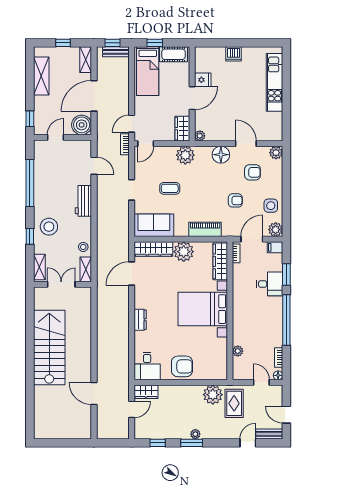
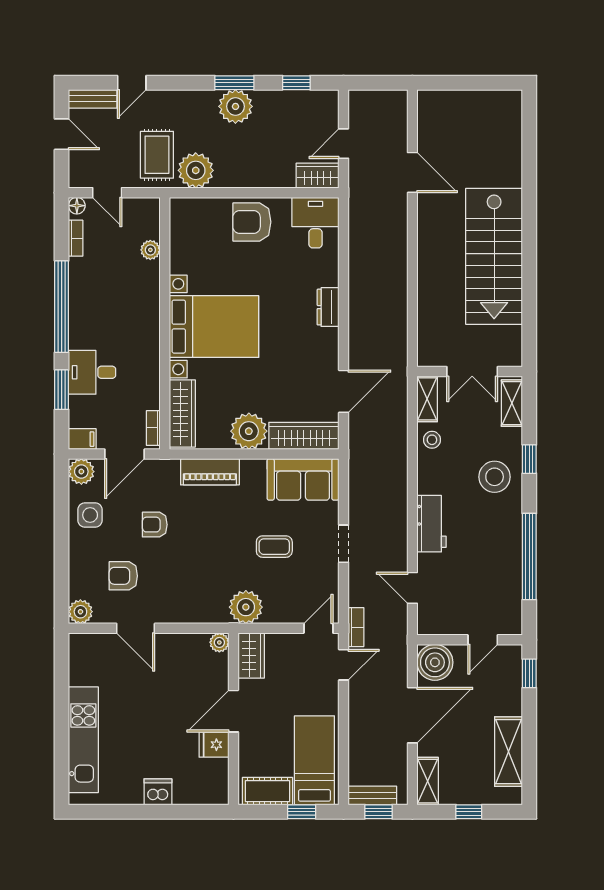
floor lamp: (221, 155) -> (181, 608), removed
plant: (195, 434) -> (235, 106), width x1.88, depth x1.88

